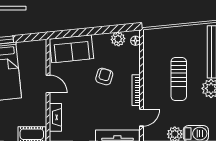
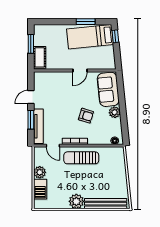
plant: (118, 39) -> (115, 112), moved
sun lounger: (179, 79) -> (81, 158), moved
fireplace: (55, 117) -> (53, 76), removed

